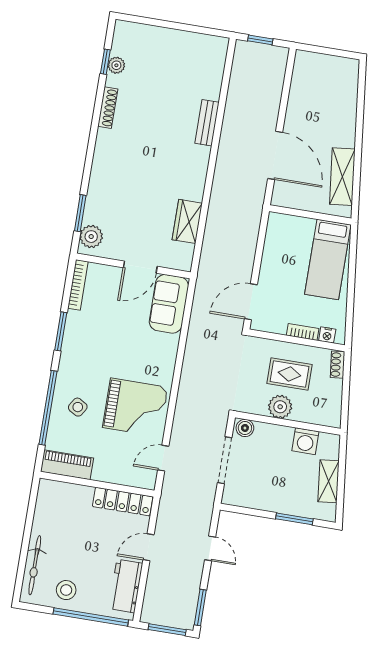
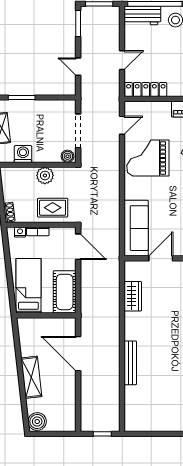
boiler: (347, 72) -> (37, 422), added
bench: (207, 123) -> (130, 363), width x1.36
shelving: (342, 177) -> (31, 377), moved
cot: (280, 243) -> (65, 292), added
door: (251, 302) -> (78, 247), hinge flipped
sofa: (169, 304) -> (136, 228), width x1.36
rug: (289, 374) -> (53, 208), moved
workbench: (126, 586) -> (142, 15), moved, turned 90

